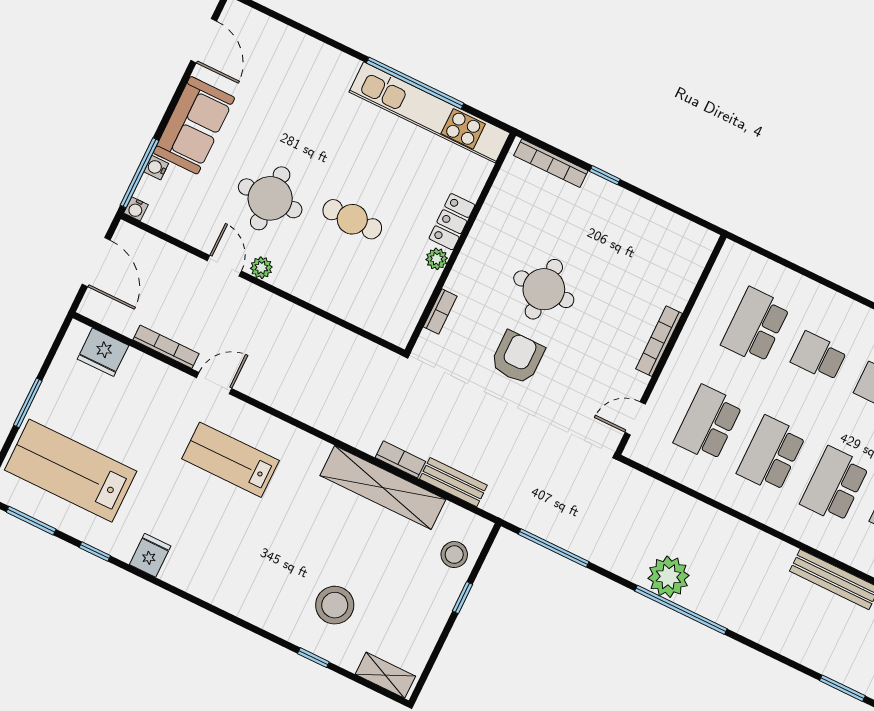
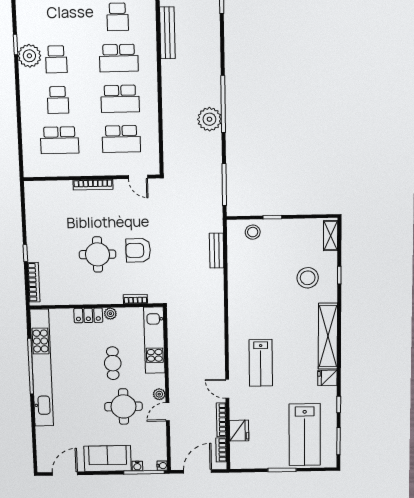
kitchen unit: (430, 112) -> (42, 368), width x1.36
kitchen unit: (356, 307) -> (154, 340), added
fridge: (103, 352) -> (239, 431), moved
bookcase: (400, 459) -> (221, 450), moved
shelving: (383, 488) -> (328, 336), moved

